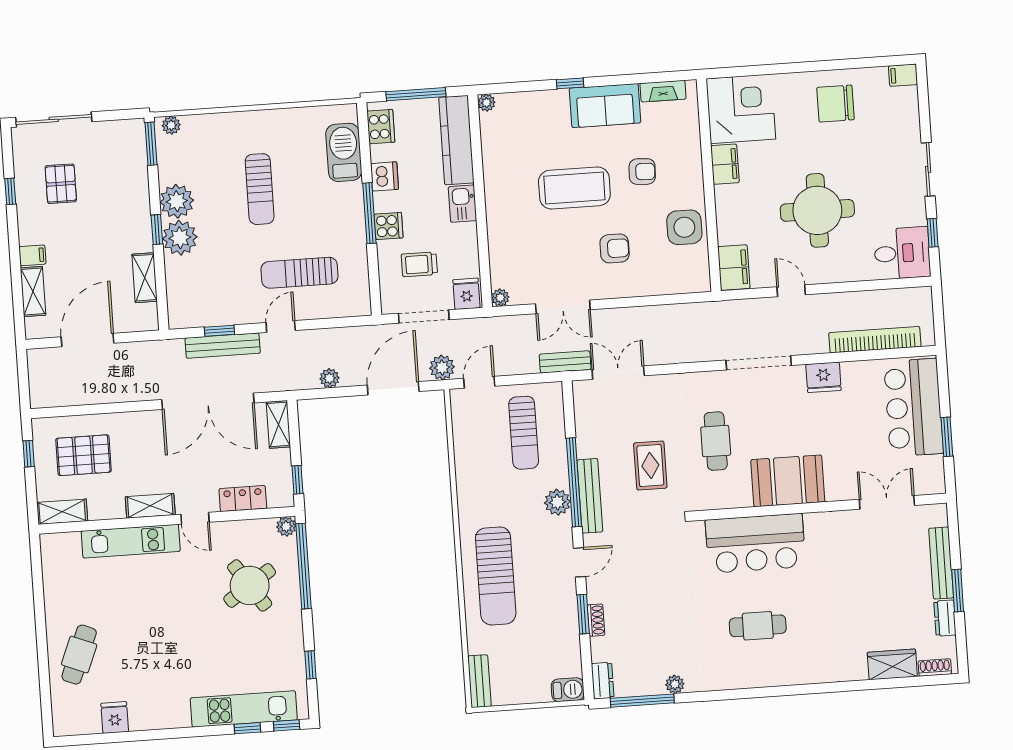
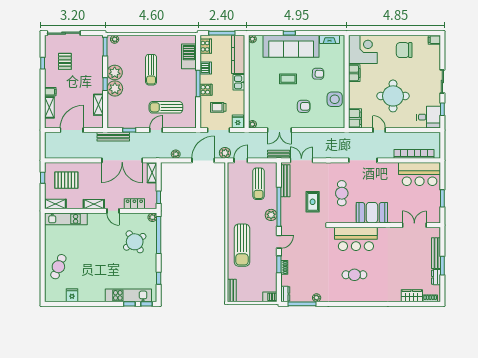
sofa: (605, 106) -> (291, 46), width x1.85, depth x1.27
coffee table: (574, 188) -> (288, 79), width x0.54, depth x0.58
bench: (223, 346) -> (113, 137), moved
fridge: (823, 377) -> (391, 169), removed
bar counter: (914, 407) -> (420, 174), moved, turned -90
bench: (590, 496) -> (285, 181), moved
kitchen unit: (131, 541) -> (66, 219), moved

